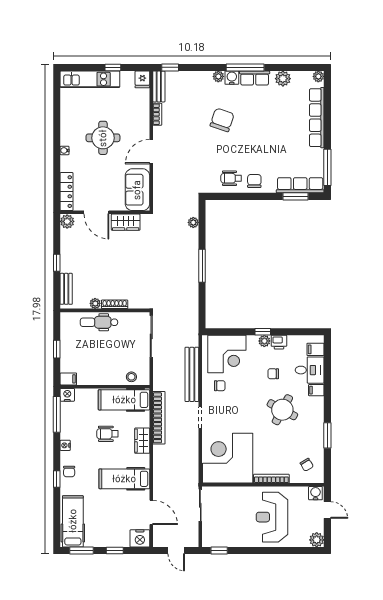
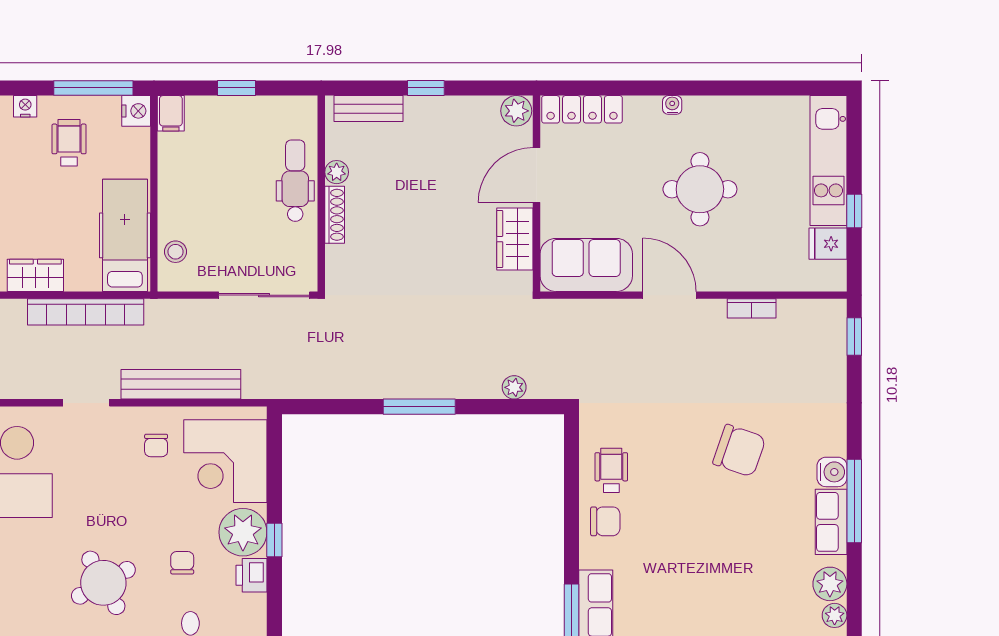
plant: (218, 76) -> (835, 615), moved
fridge: (142, 79) -> (828, 244), moved
bench: (159, 86) -> (813, 312), removed
plant: (264, 341) -> (243, 532), width x1.88, depth x1.88
round table: (282, 410) -> (103, 583), turned 33
wheelchair: (108, 434) -> (69, 143), moved

